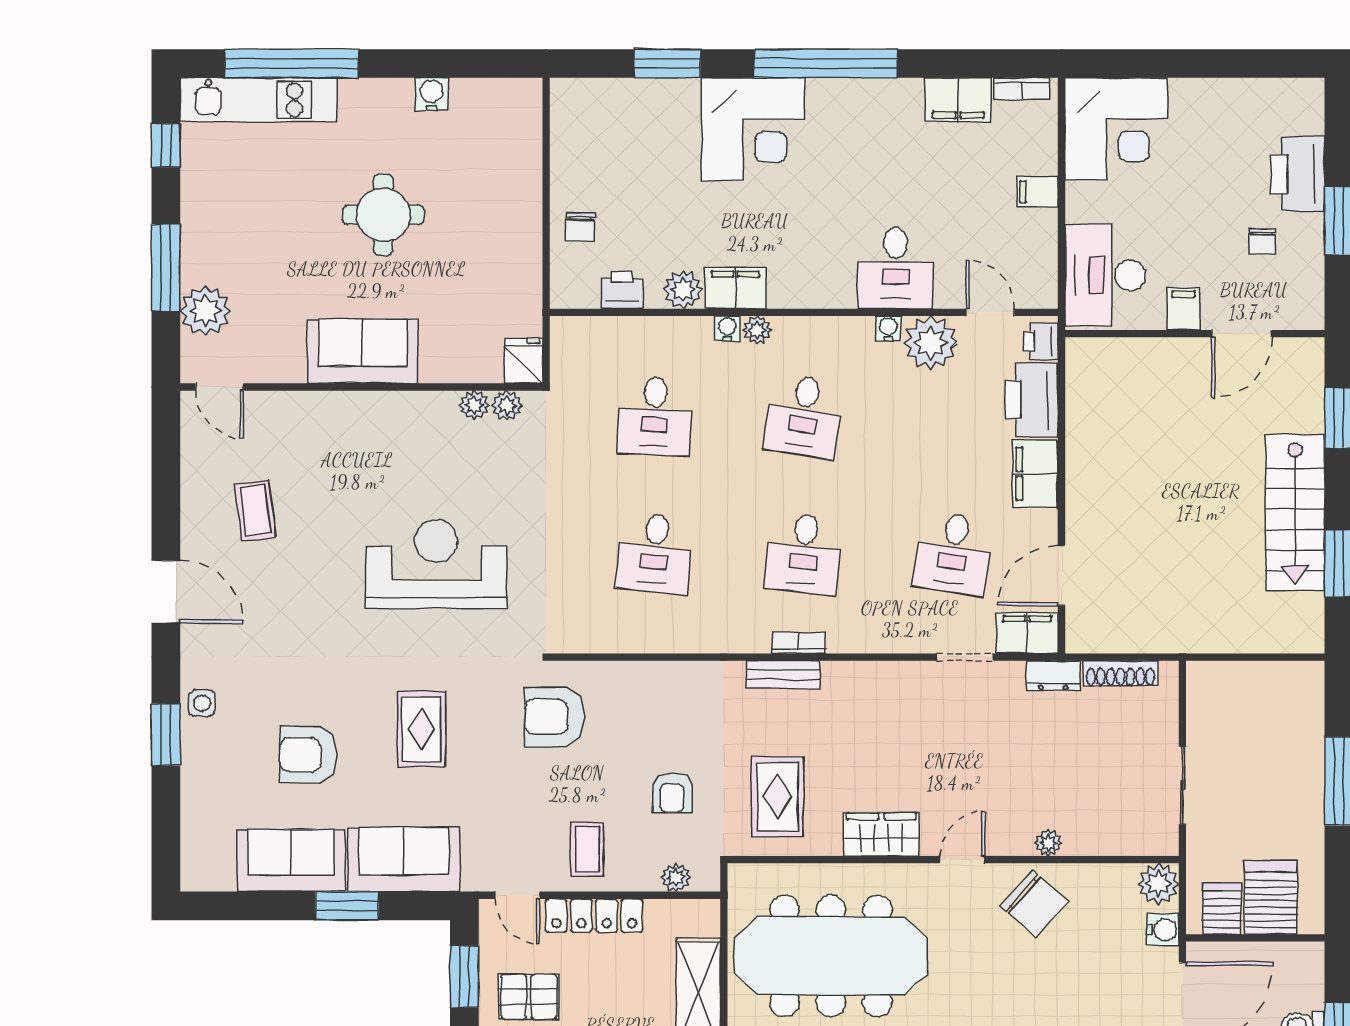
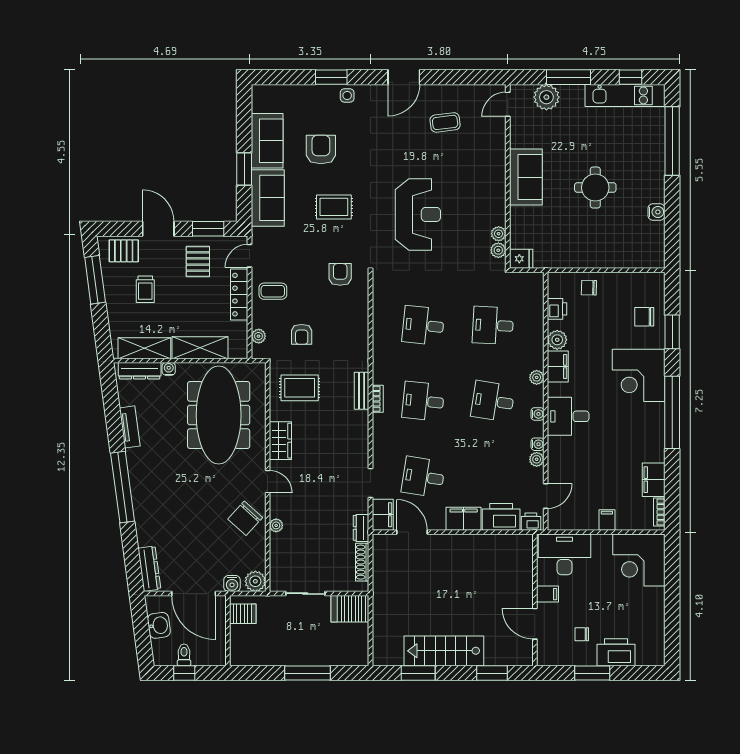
kitchen unit: (258, 100) -> (625, 95), moved, turned -90
chair: (638, 118) -> (644, 317), added
desk: (896, 268) -> (568, 416), moved
water cooler: (727, 328) -> (537, 414), moved
plant: (931, 343) -> (537, 459), width x0.53, depth x0.53
armchair: (554, 717) -> (340, 274), width x0.72, depth x0.72
armchair: (672, 793) -> (302, 334), turned -90
server rack: (1271, 897) -> (350, 609), moved, turned 180

